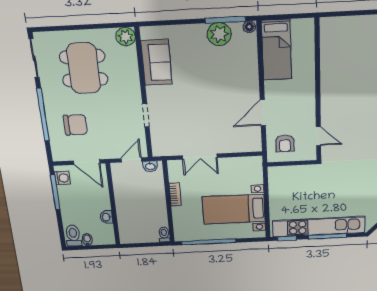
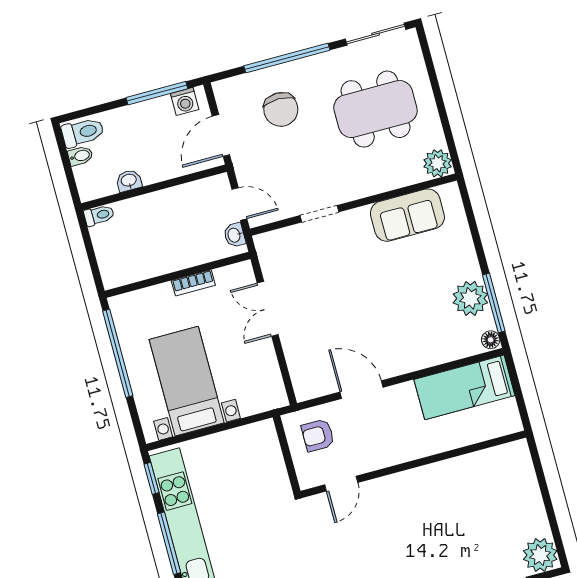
toilet: (164, 235) -> (99, 215), moved

